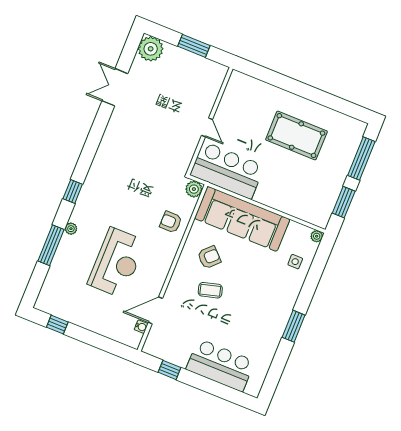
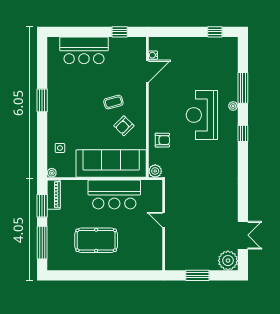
double door: (115, 87) -> (243, 235), moved
bar counter: (227, 170) -> (114, 194), moved
piano: (325, 210) -> (54, 195), added
reception desk: (117, 263) -> (202, 115), moved

